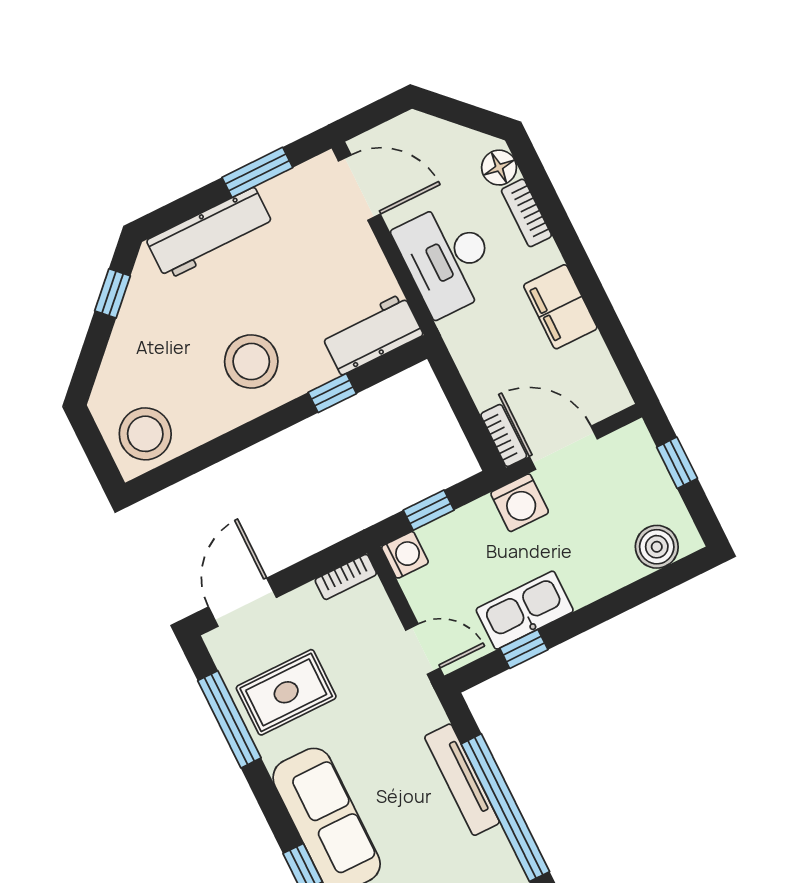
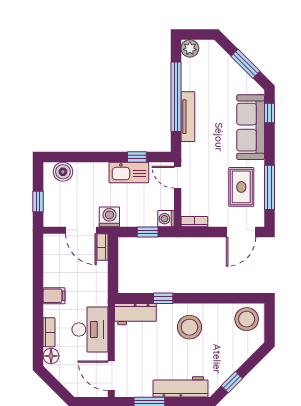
filing cabinet: (560, 307) -> (54, 296), width x0.50
rug: (286, 692) -> (241, 187), turned 90

